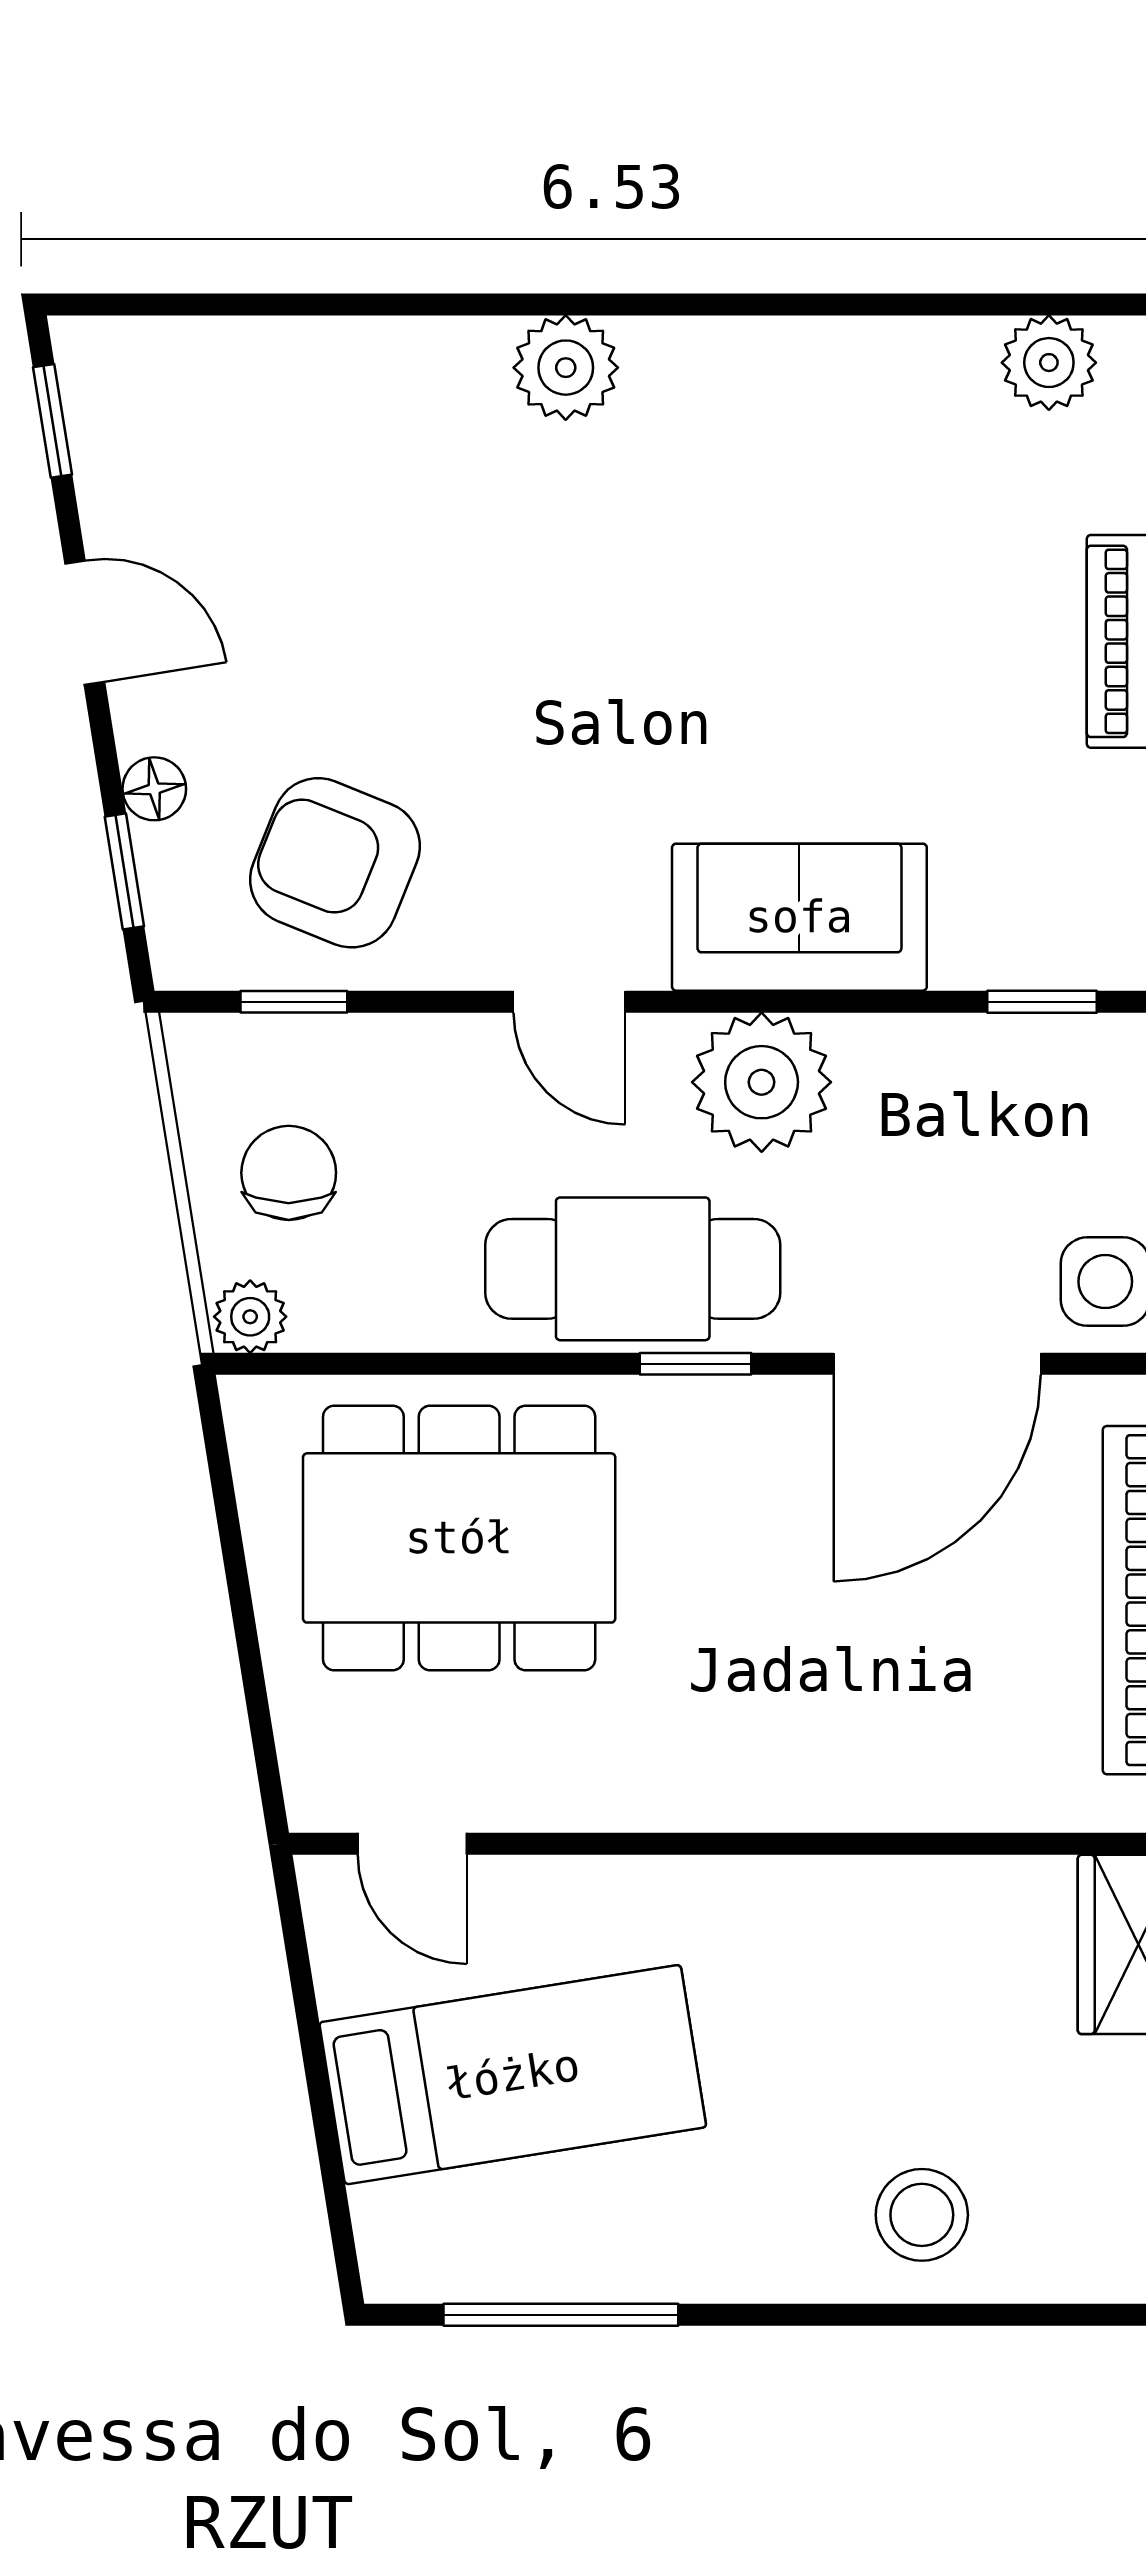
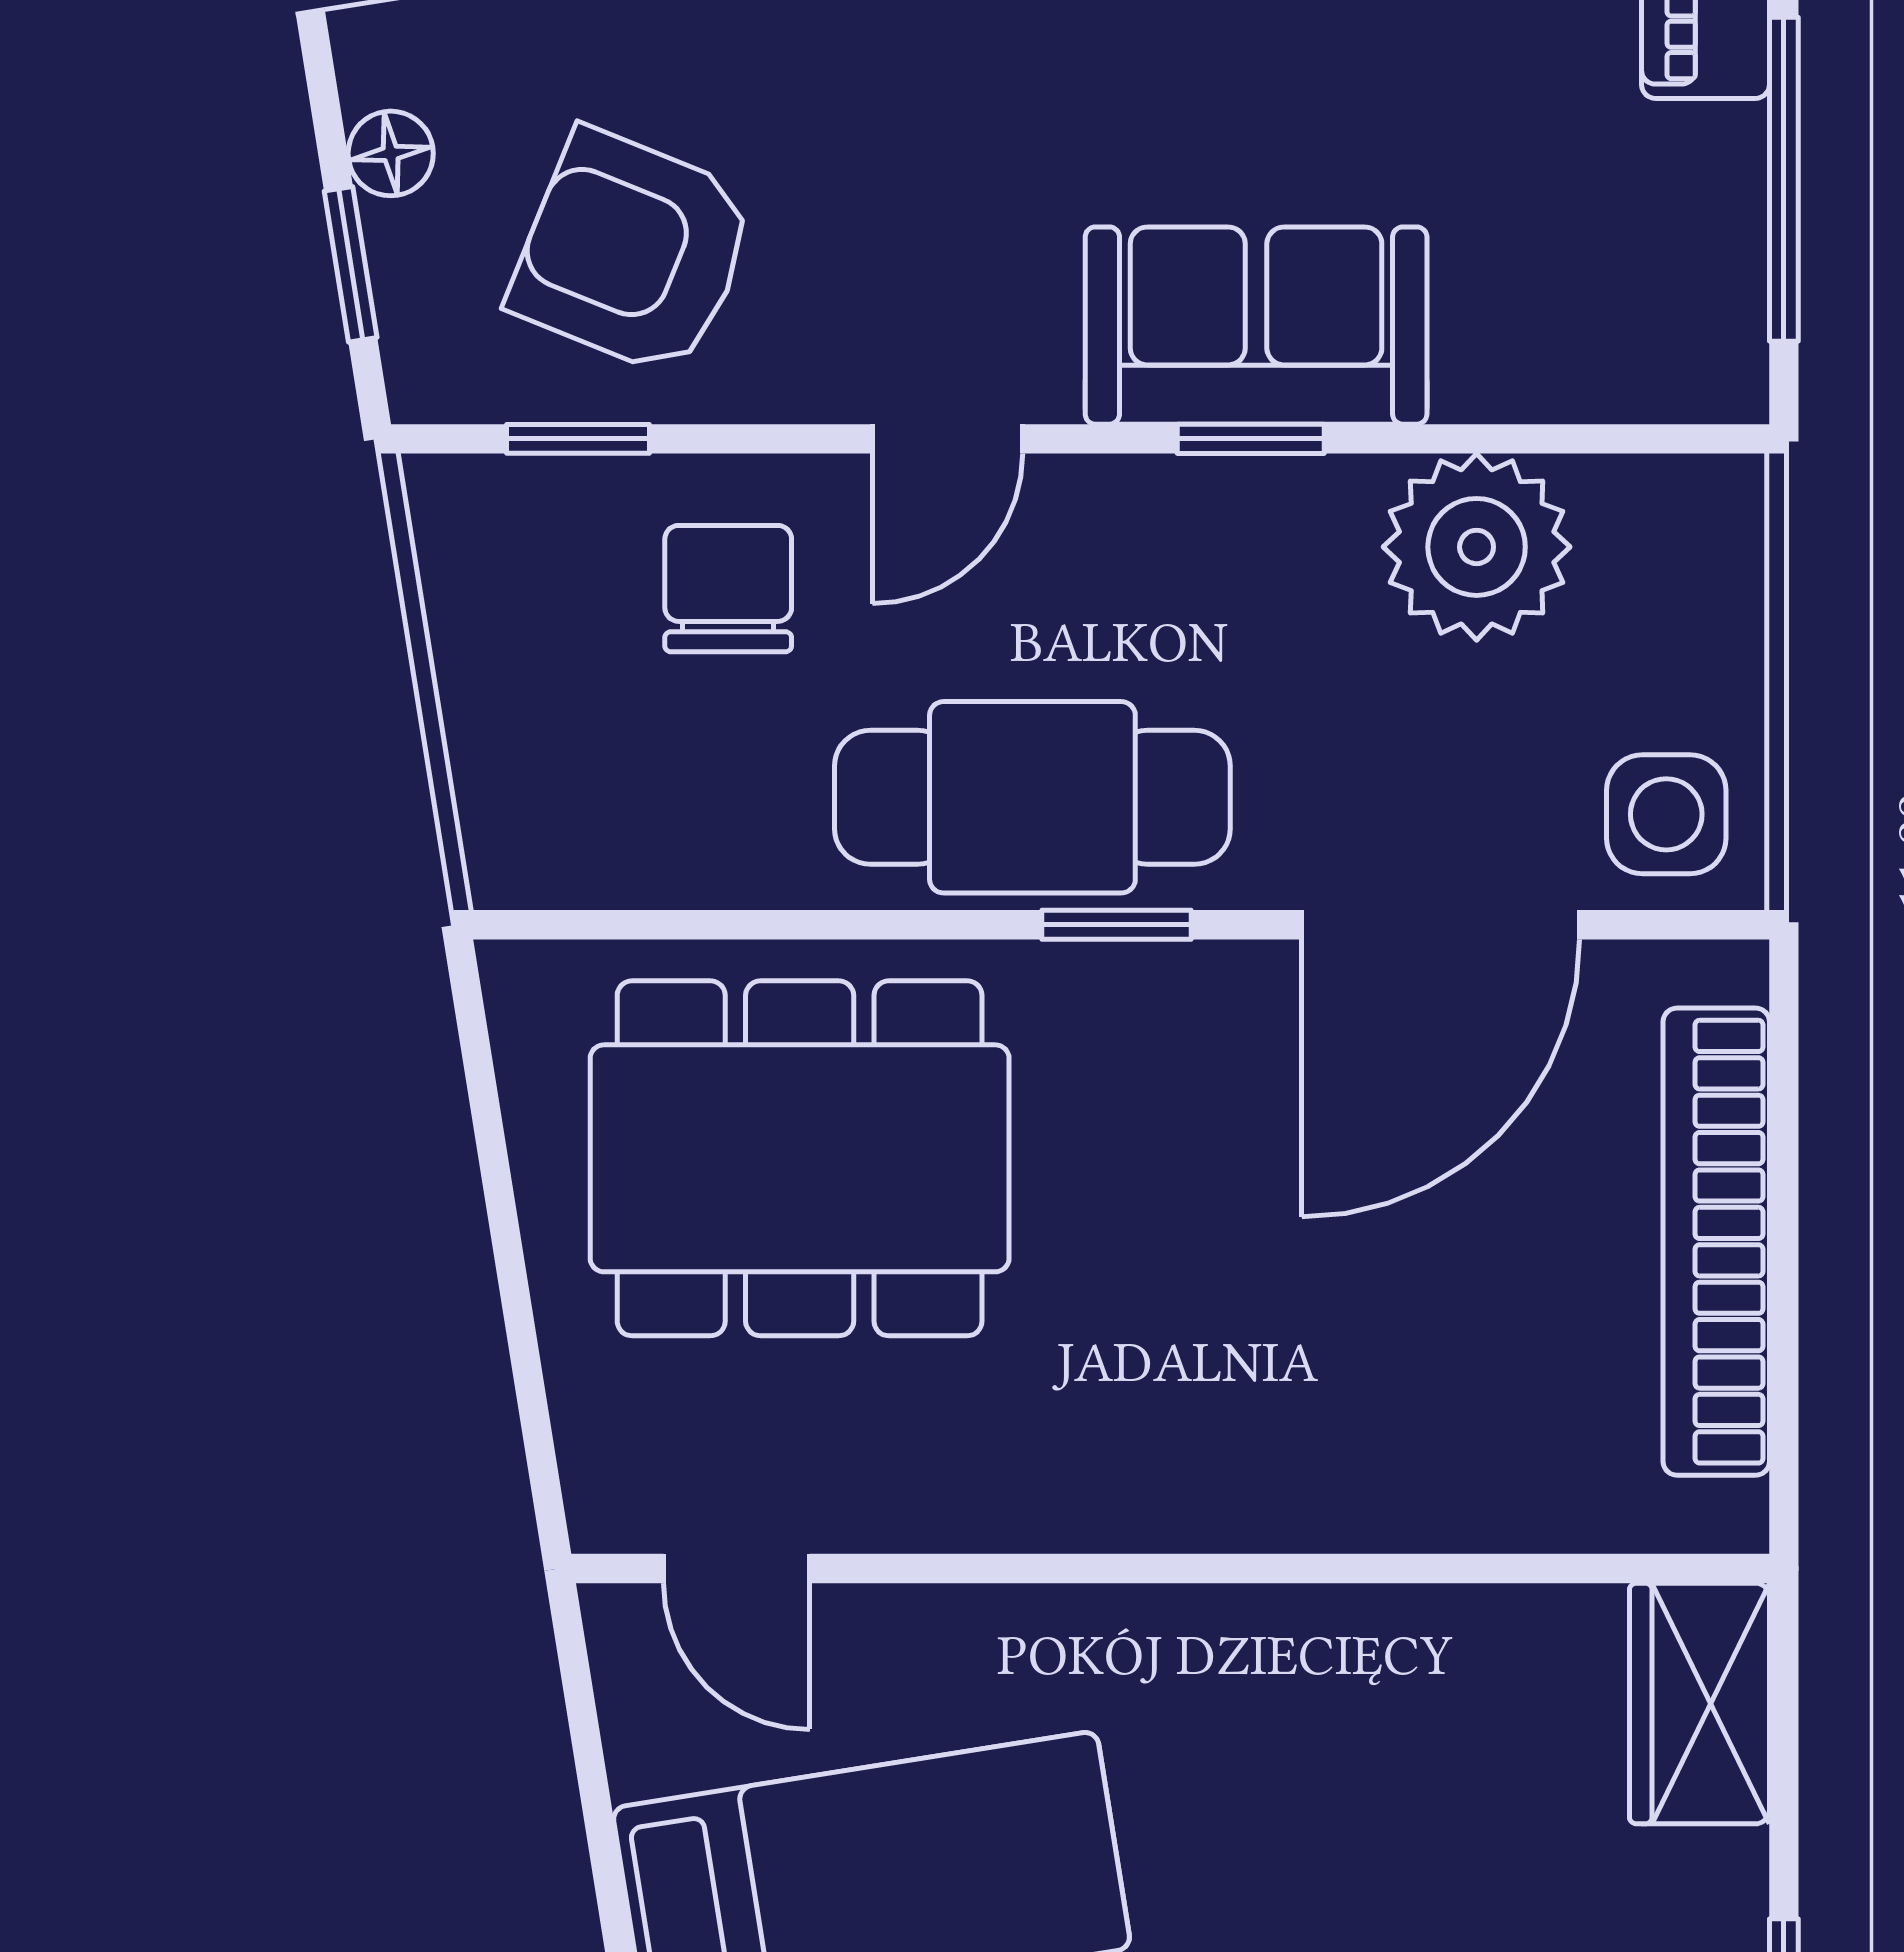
door: (569, 1002) -> (947, 439), hinge flipped
window: (1042, 1002) -> (1251, 439), moved
plant: (762, 1082) -> (1477, 547), moved
chair: (289, 1173) -> (728, 589), moved
plant: (250, 1317) -> (519, 862), removed

